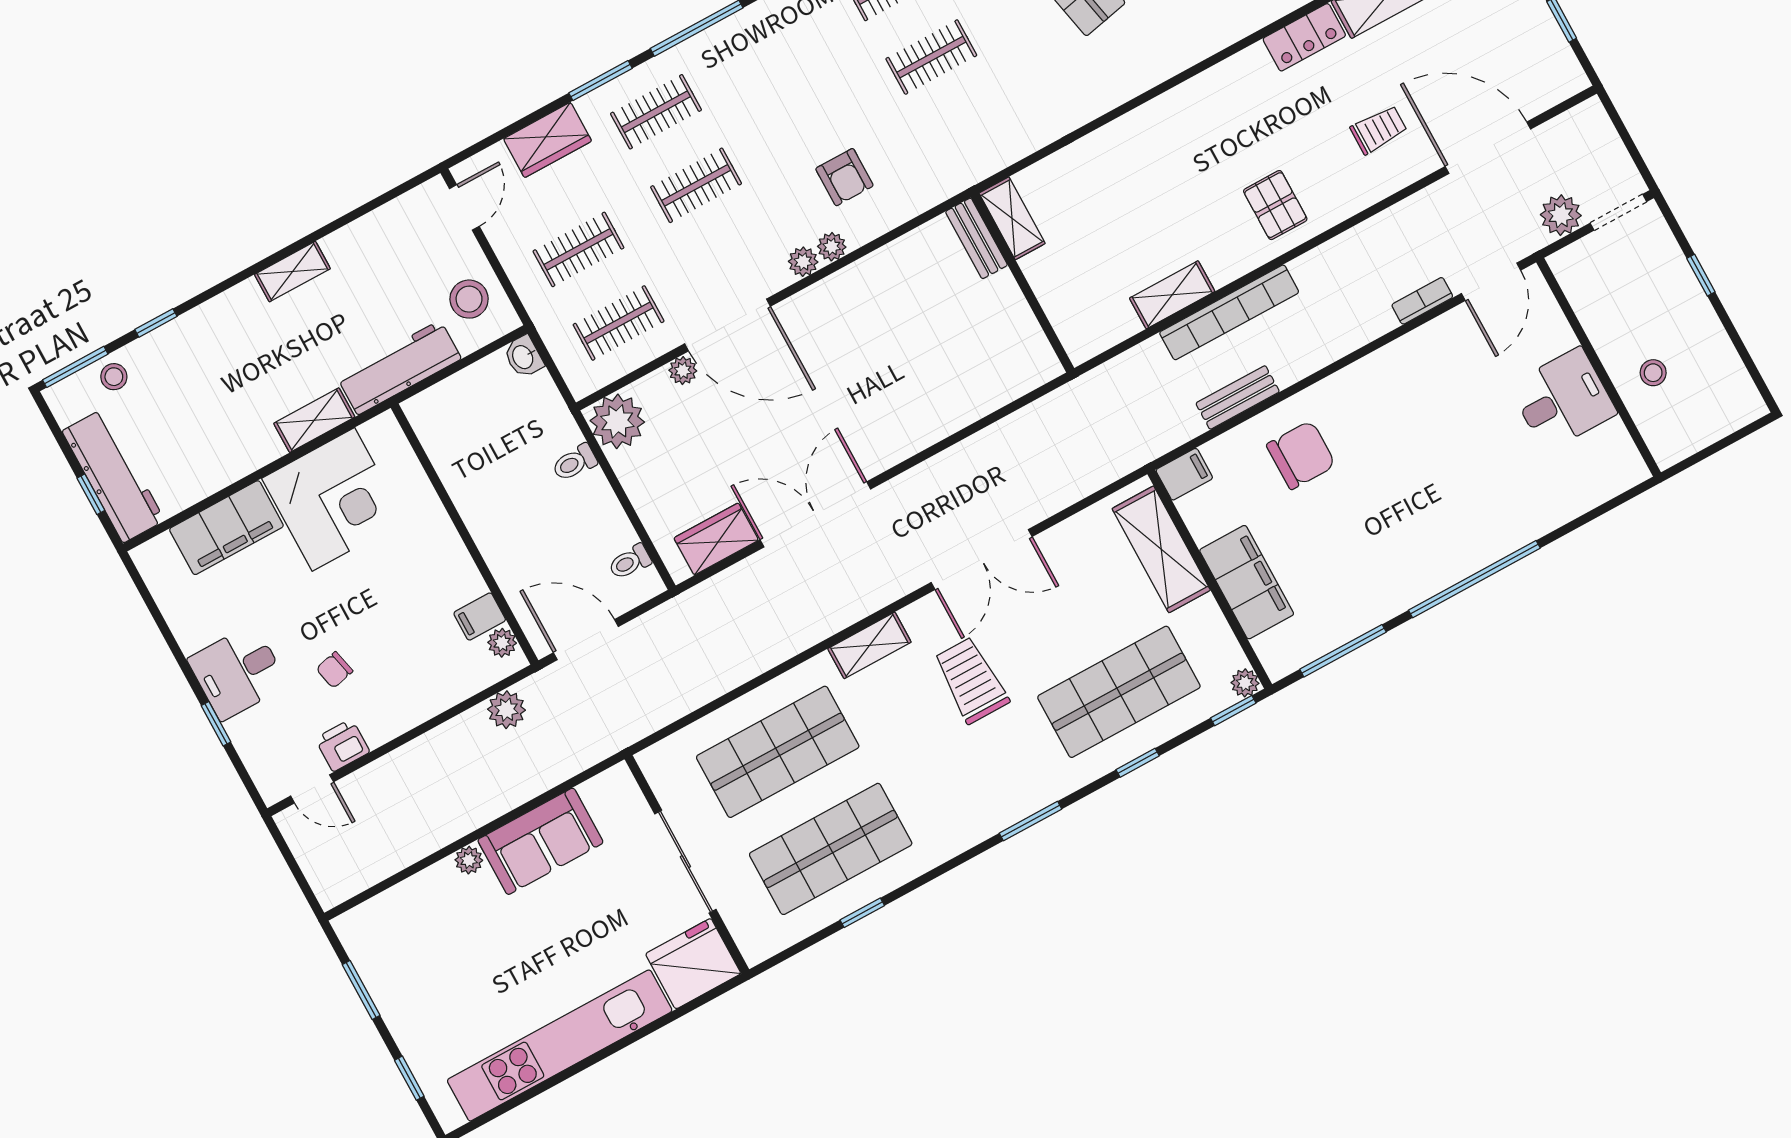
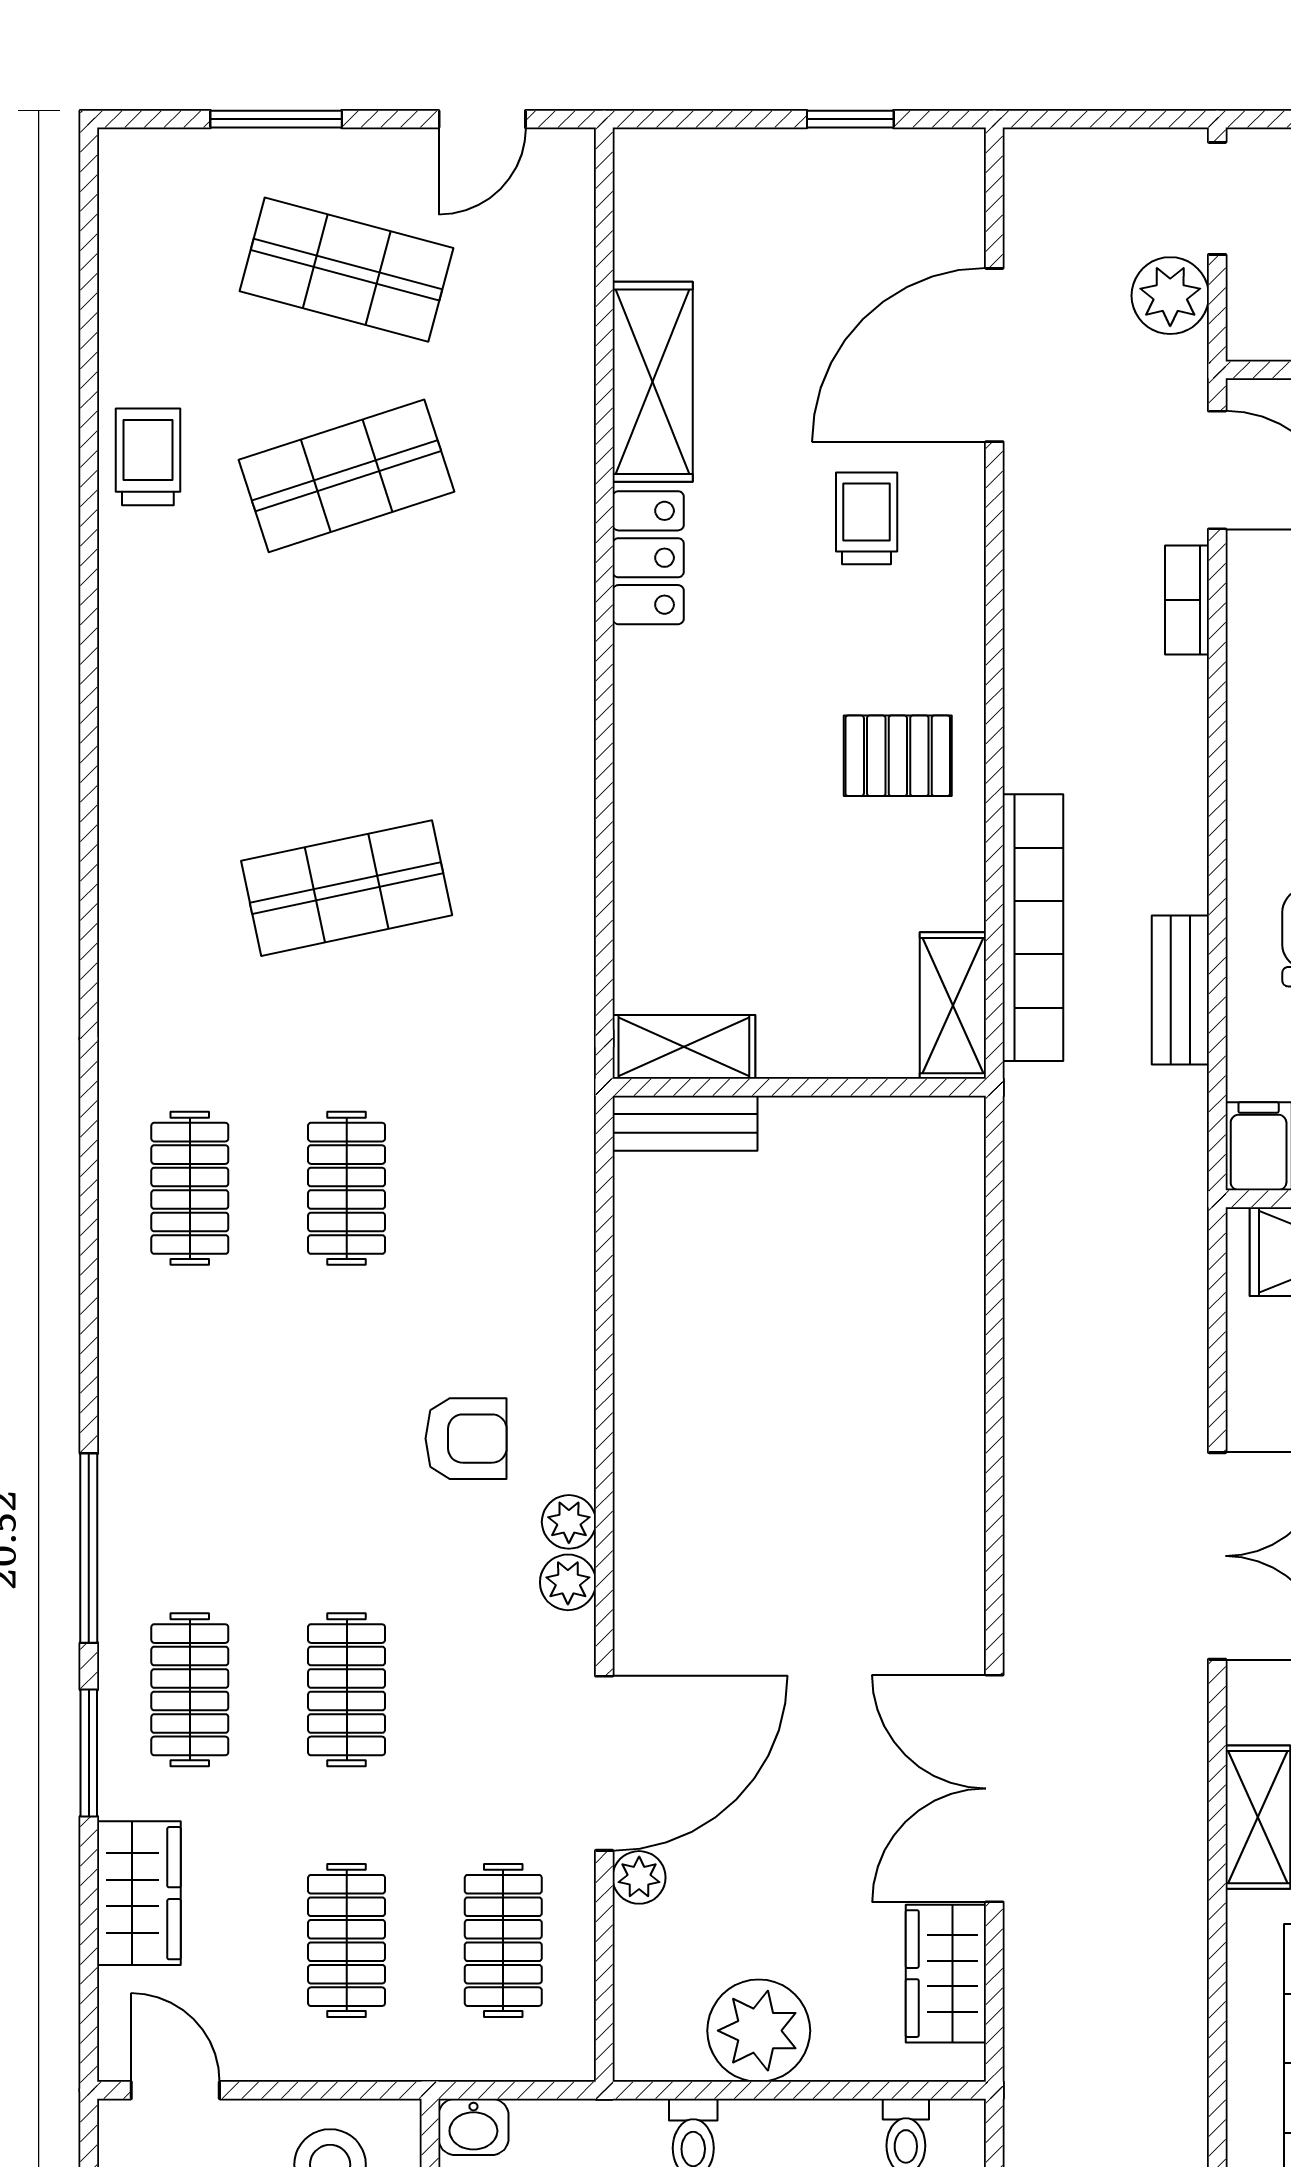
shelving: (1012, 218) -> (684, 1047), moved
bench: (977, 238) -> (685, 1123), moved
wall: (1023, 283) -> (799, 1087), moved
plant: (617, 421) -> (759, 2031), moved

